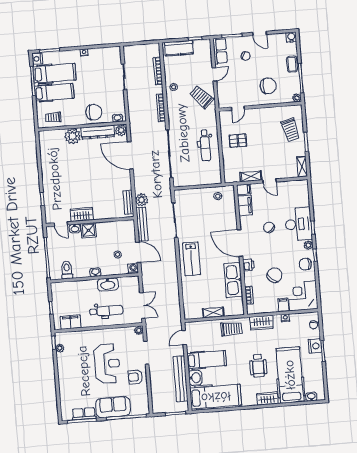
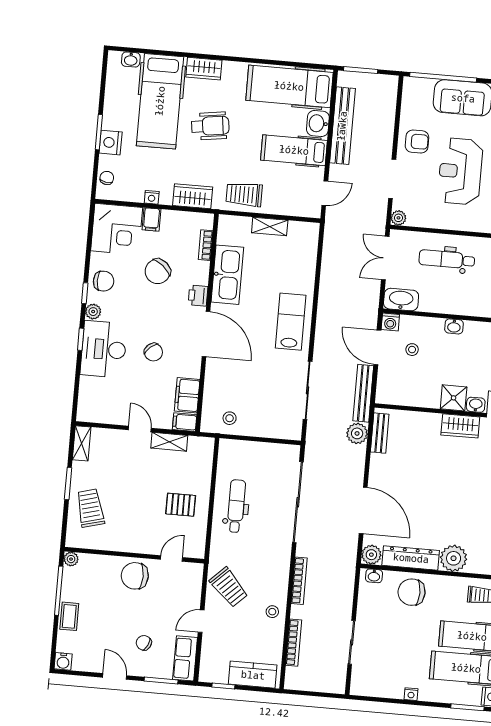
chair: (268, 86) -> (135, 576), moved
washbasin: (108, 284) -> (401, 300), moved
wheelchair: (258, 366) -> (210, 126), turned 82

